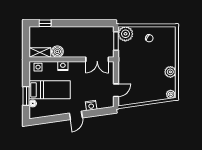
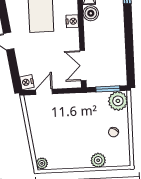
plant: (170, 72) -> (98, 160), moved
door: (116, 90) -> (44, 92), swing flipped
nightstand: (91, 105) -> (27, 82), moved

